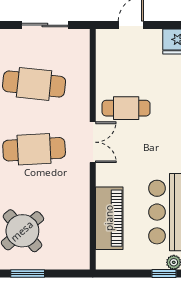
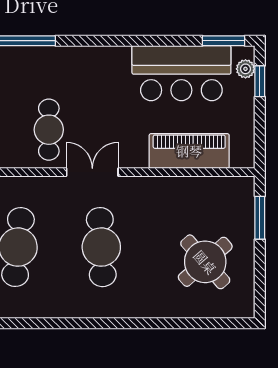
window: (28, 273) -> (260, 218), moved

